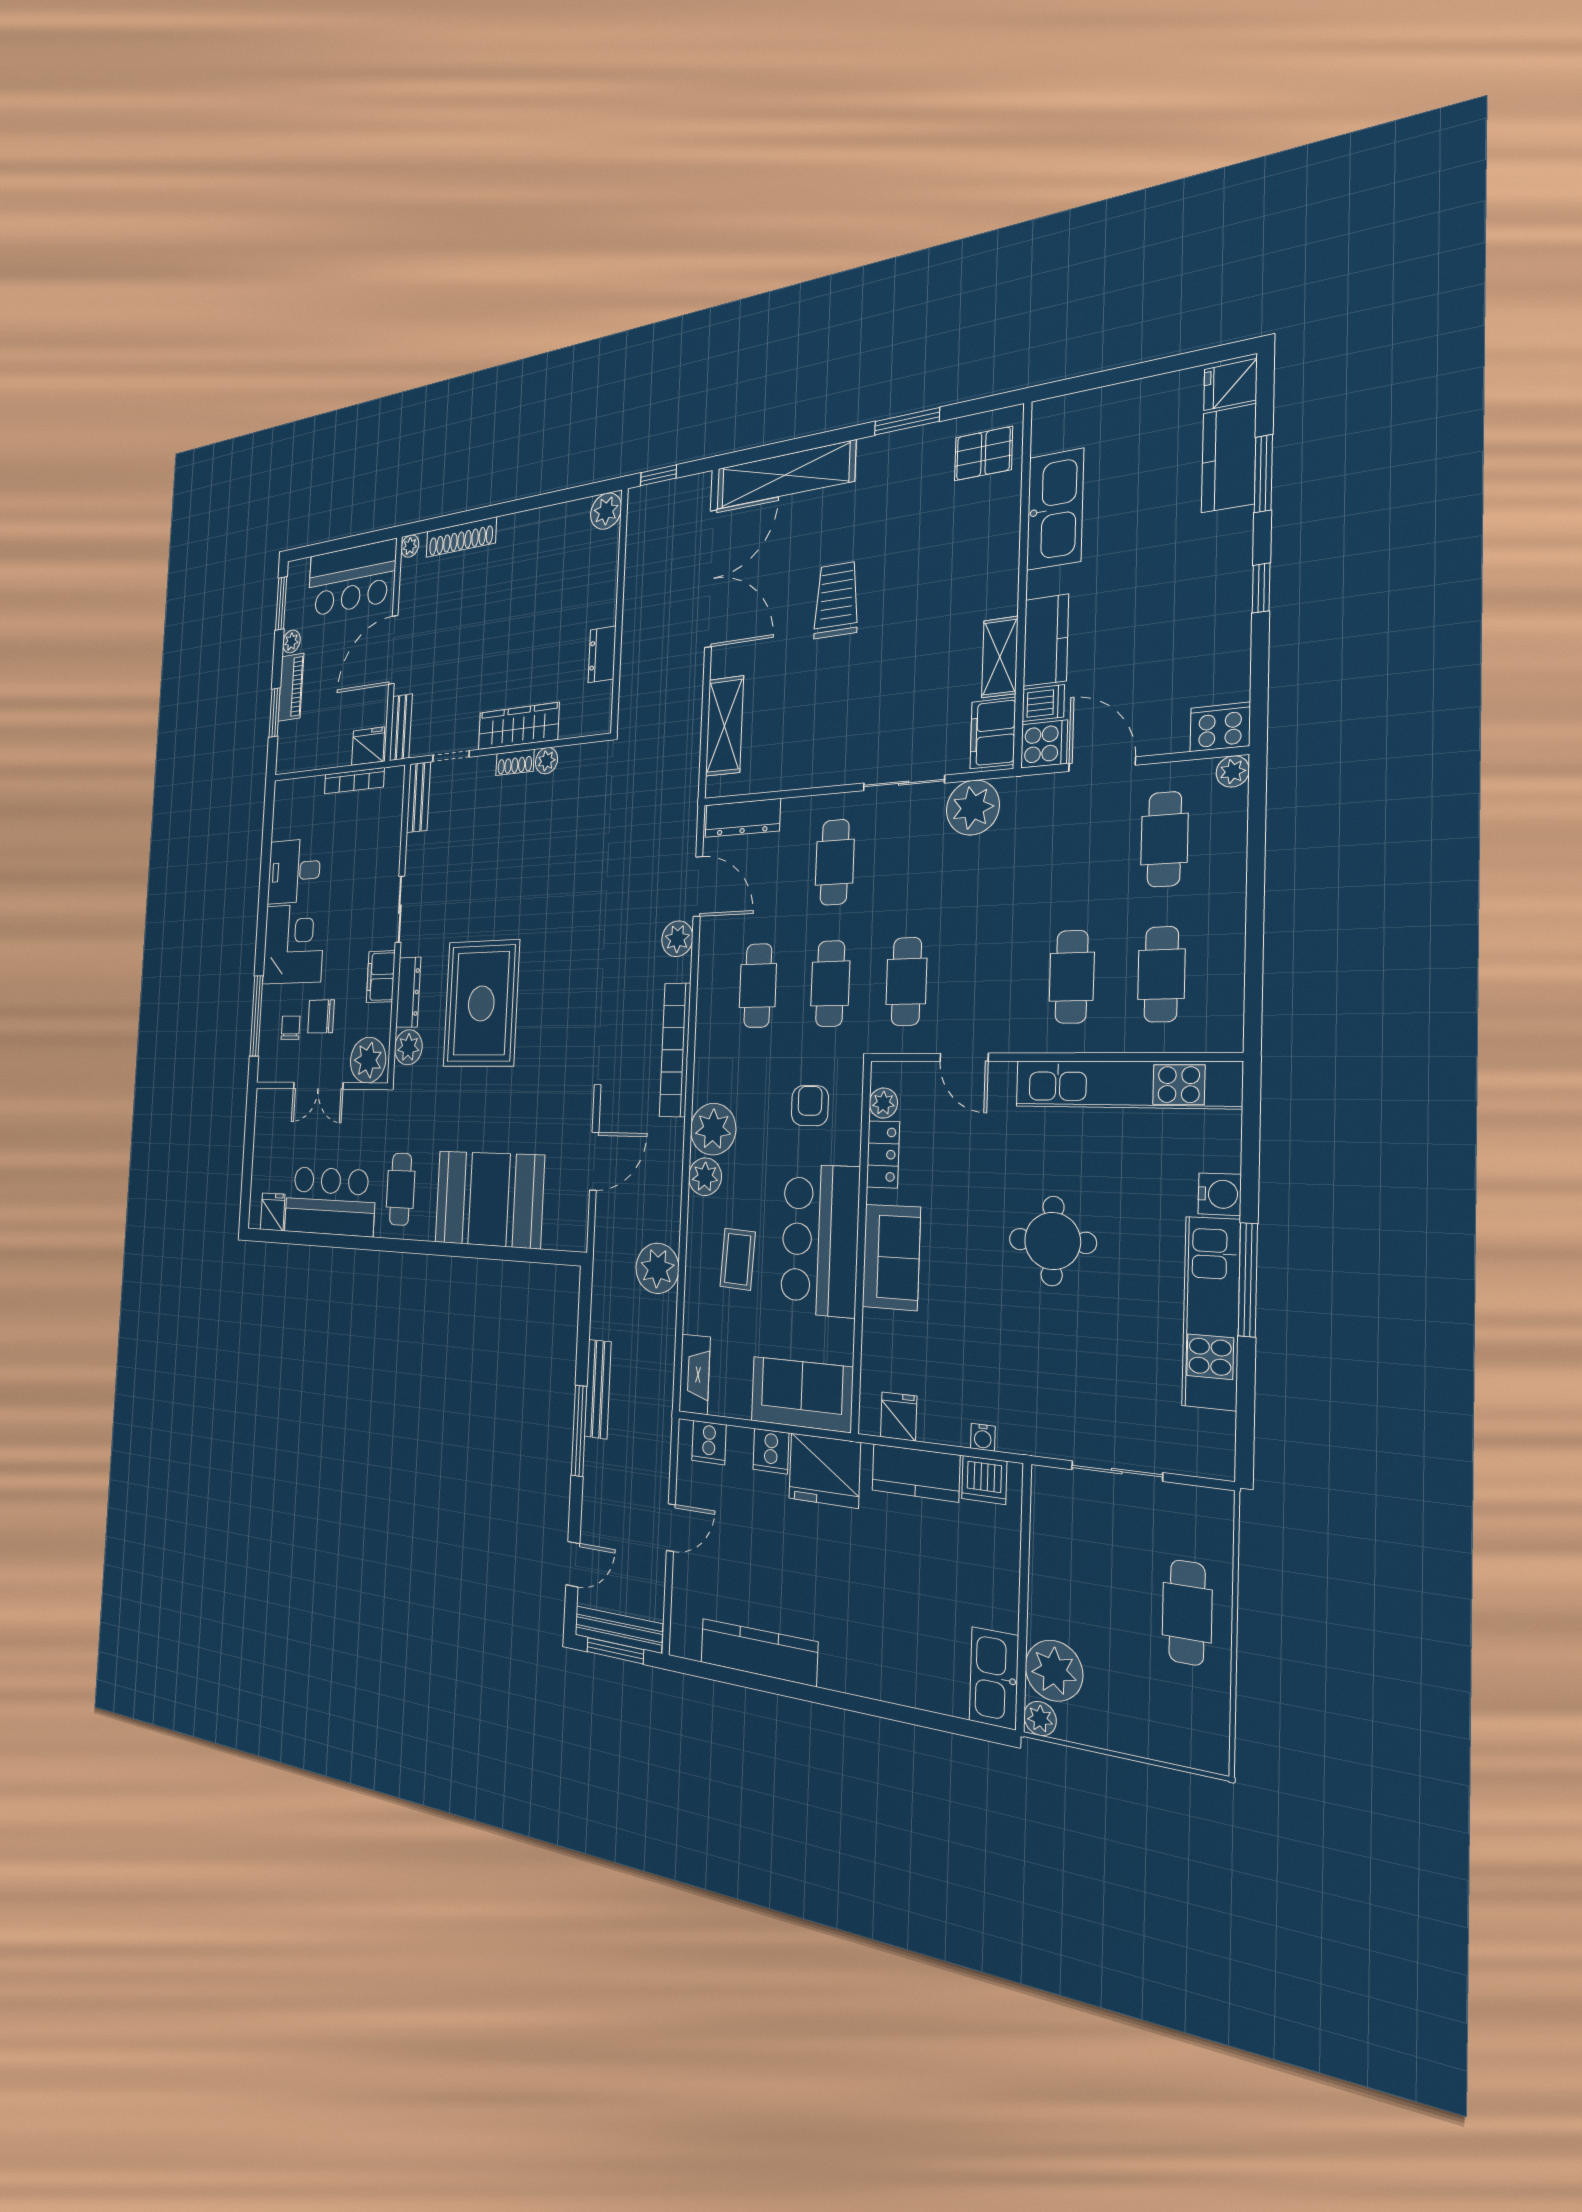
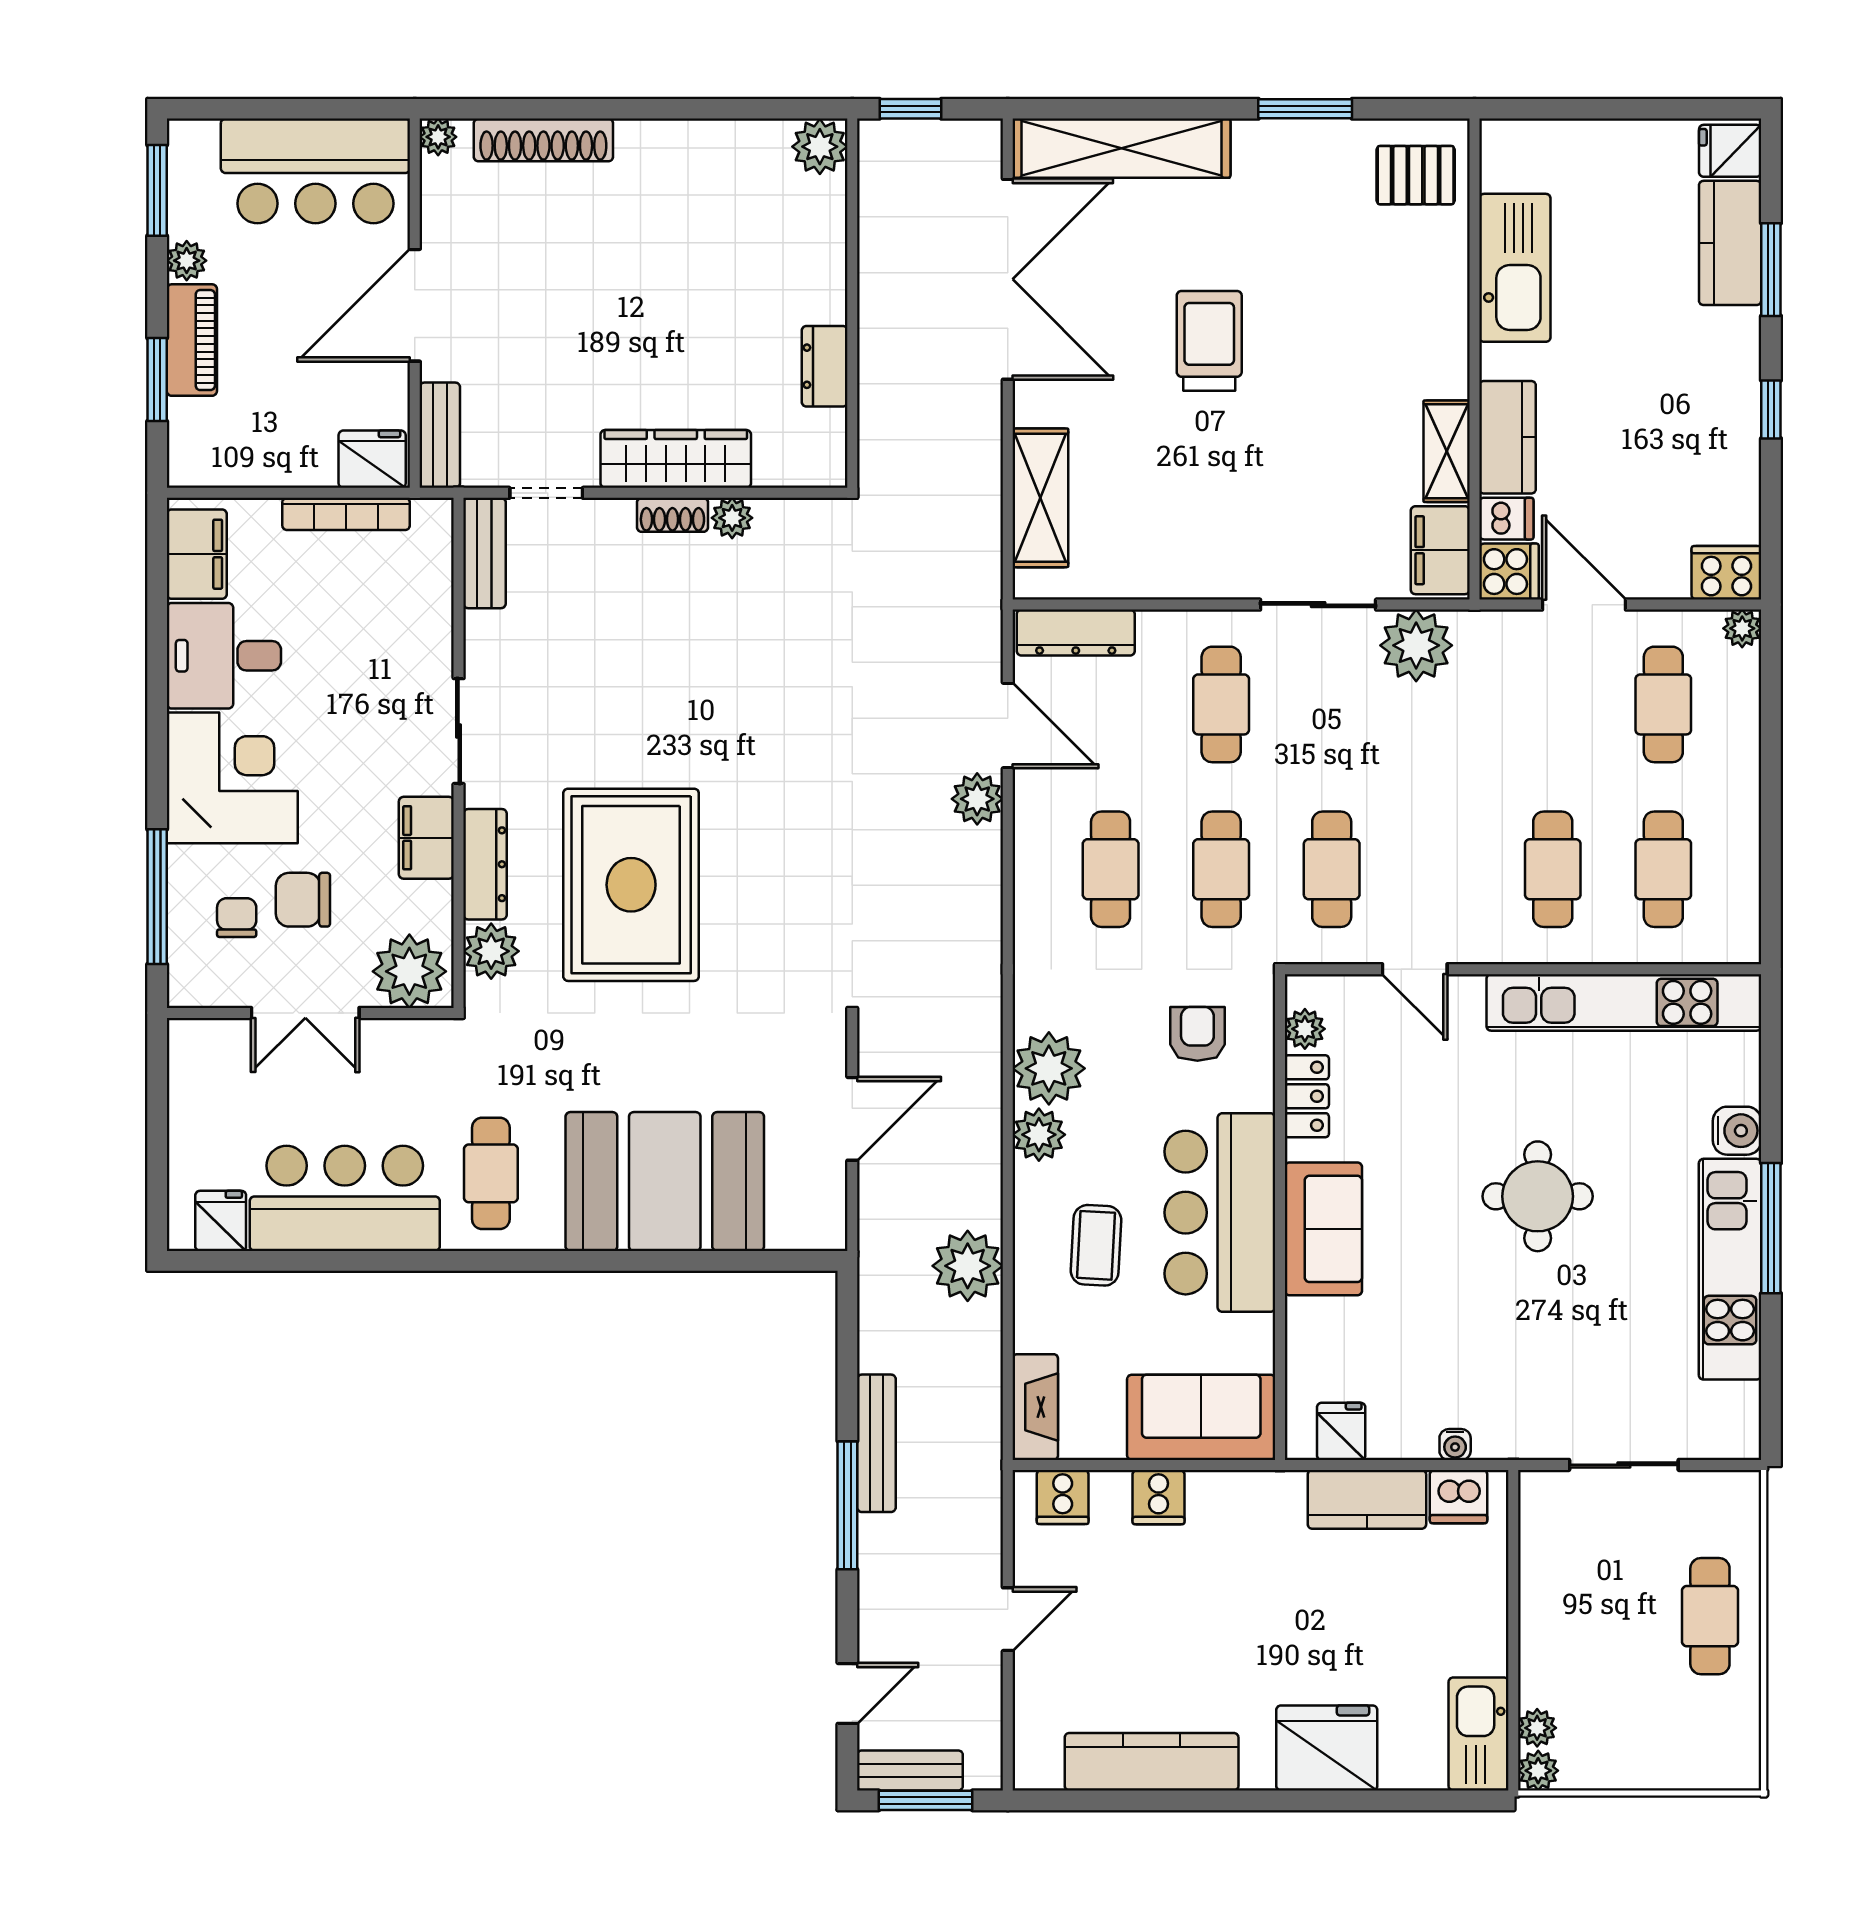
filing cabinet: (286, 812) -> (197, 554), added
bookcase: (675, 1050) -> (981, 958), removed
fridge: (824, 1470) -> (1327, 1748), moved, turned 180
bench: (618, 1629) -> (910, 1770), width x0.73
plant: (1054, 1671) -> (1537, 1728), width x0.53, depth x0.53

